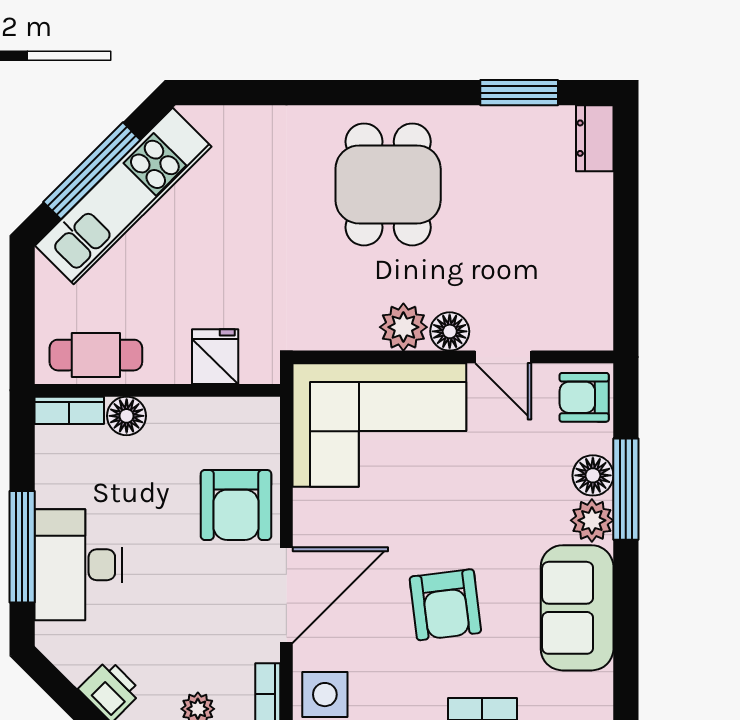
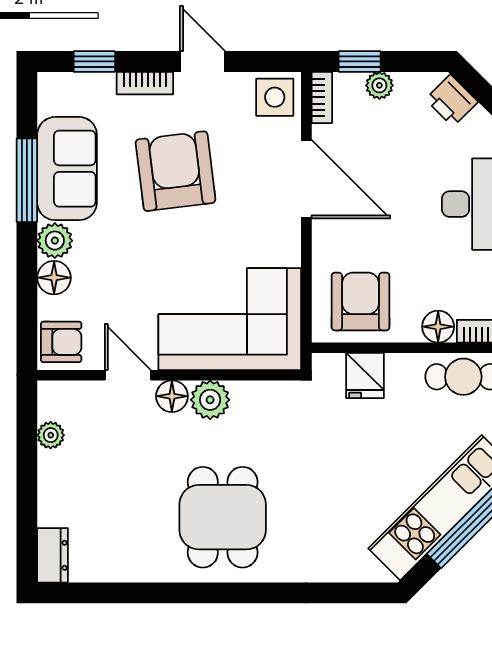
window: (519, 93) -> (115, 593), removed
plant: (597, 284) -> (51, 435), added
window: (626, 489) -> (27, 180), moved
armchair: (236, 505) -> (361, 301), moved
door: (286, 595) -> (306, 179), swing flipped
armchair: (445, 605) -> (176, 171), width x1.36, depth x1.36

